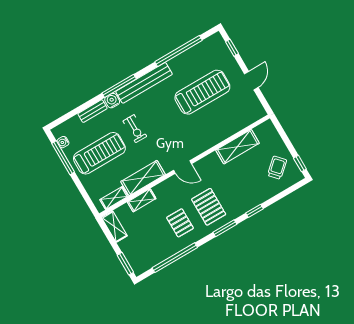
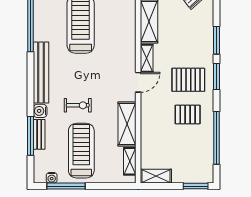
window: (119, 86) -> (30, 136), moved
shelving: (142, 200) -> (147, 58), moved
window: (254, 211) -> (216, 40), width x1.50

